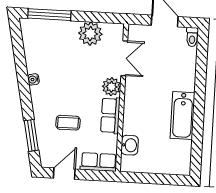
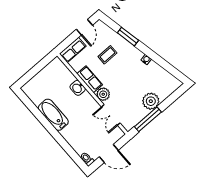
window: (49, 15) -> (148, 119), moved
plant: (90, 34) -> (151, 101), moved
window: (31, 135) -> (128, 37), moved
washbasin: (130, 145) -> (78, 88), moved

